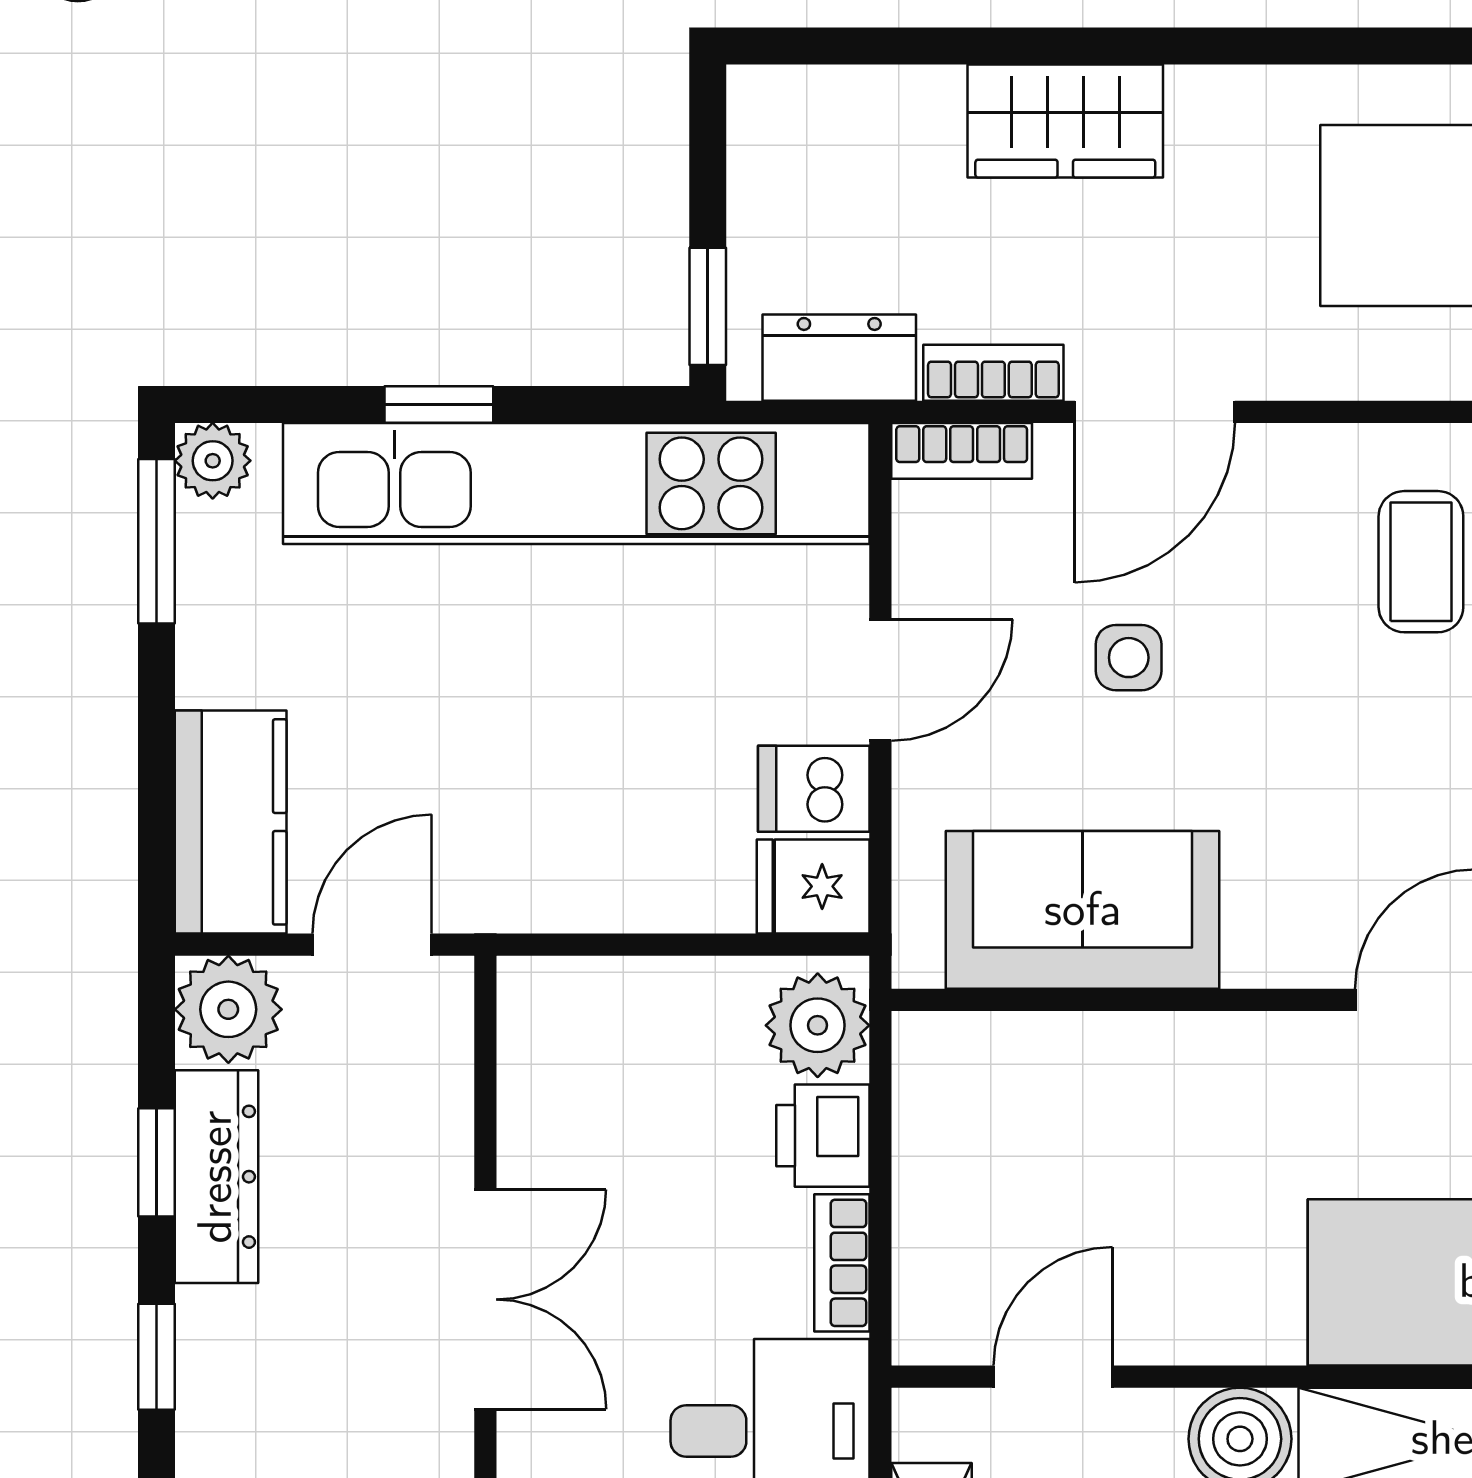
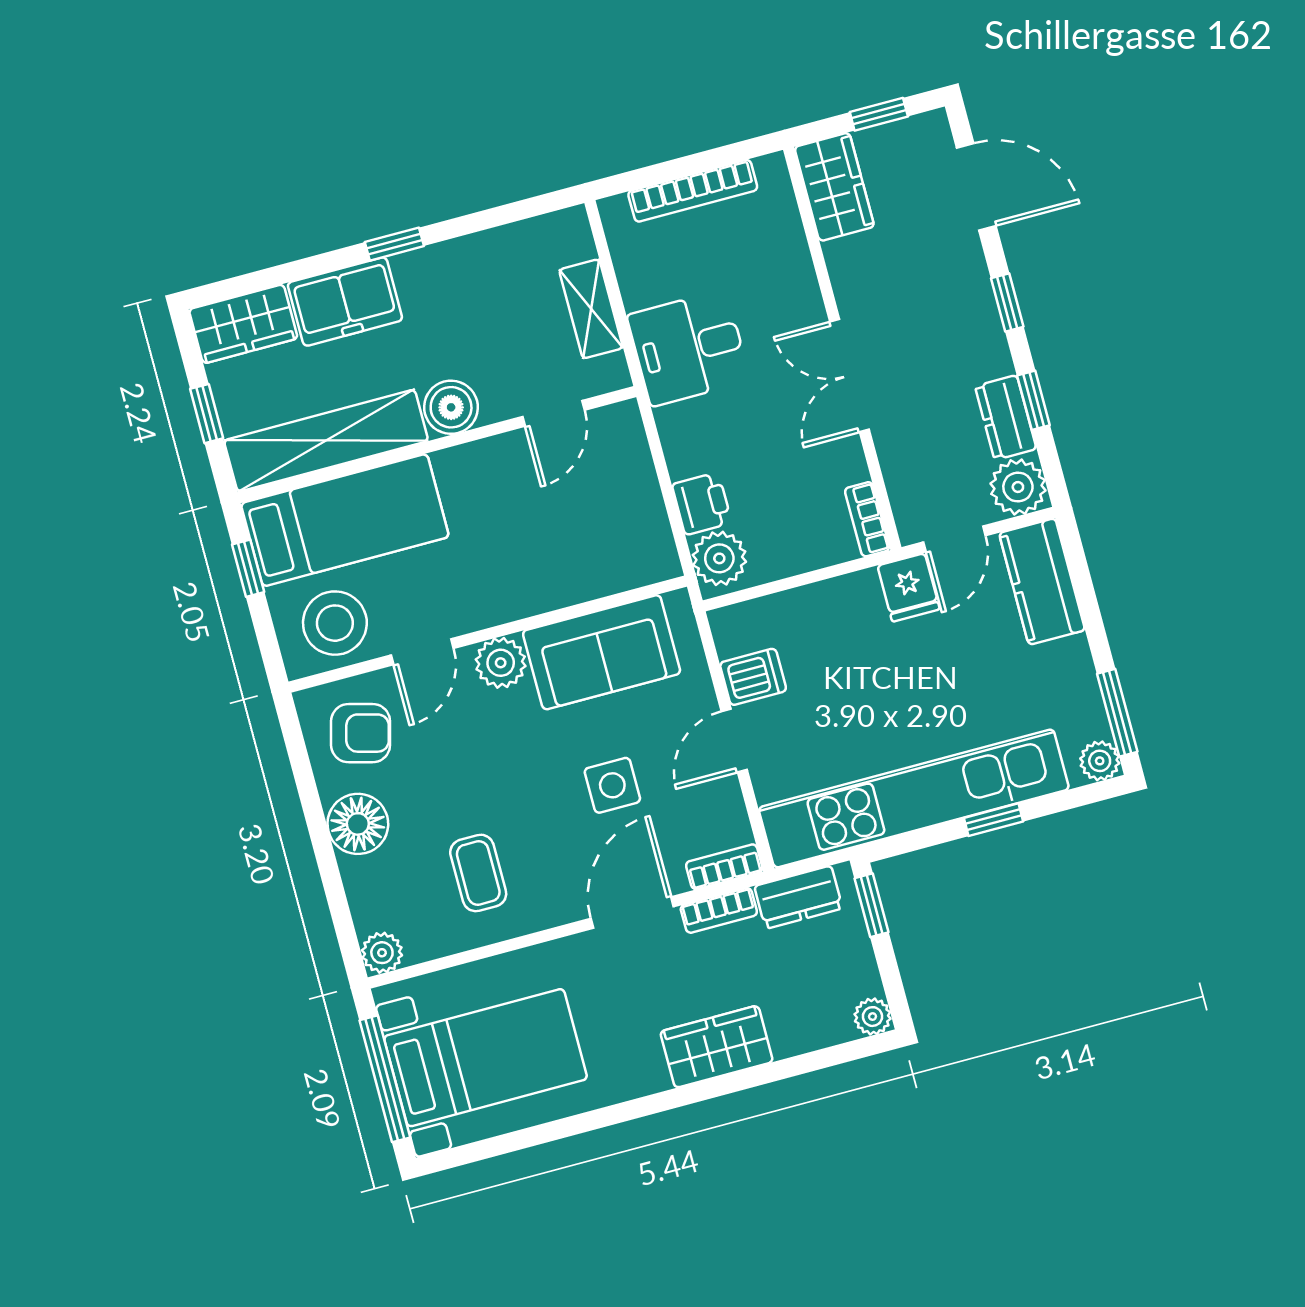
plant: (761, 100) -> (872, 1017), added
side table: (1129, 658) -> (612, 785), width x1.37, depth x1.37
fridge: (813, 886) -> (909, 587), moved, turned 90
plant: (1275, 940) -> (501, 663), added
dresser: (216, 1177) -> (1006, 418), width x0.70
bookcase: (842, 1263) -> (867, 519), moved, turned 180

